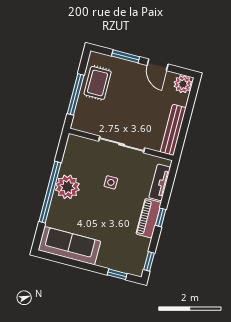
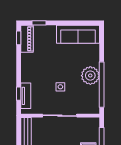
window: (50, 192) -> (102, 85), moved
window: (161, 217) -> (19, 94), moved
piano: (149, 218) -> (27, 39), moved

